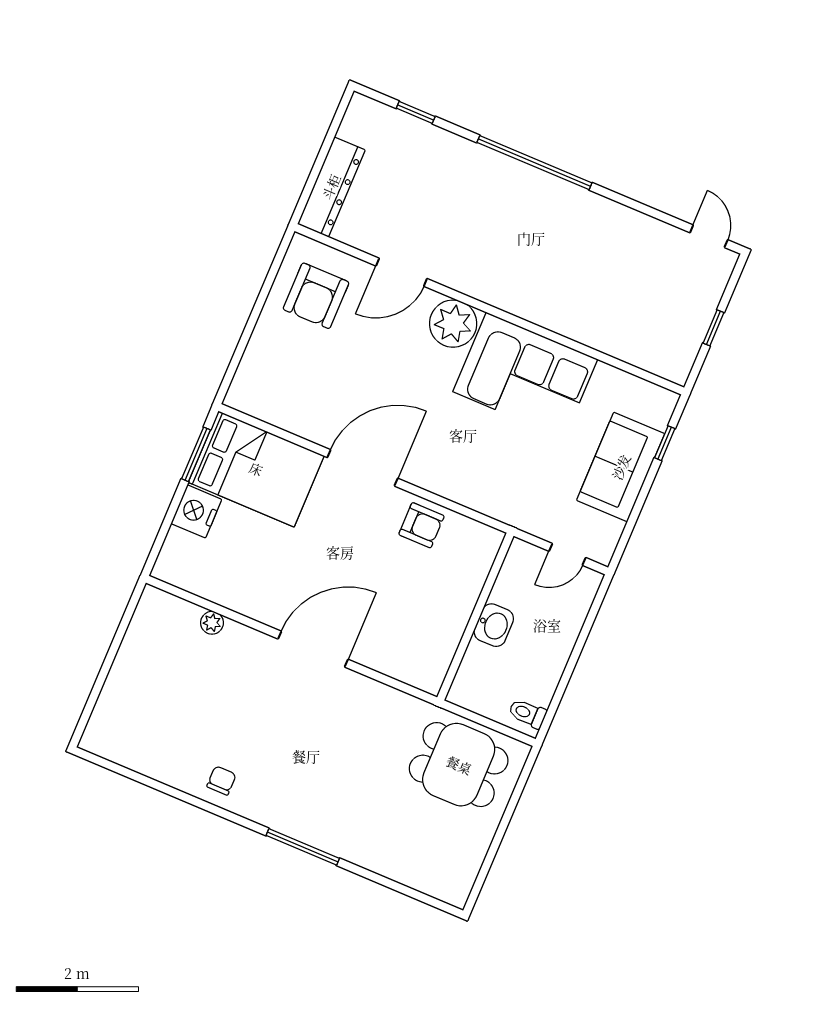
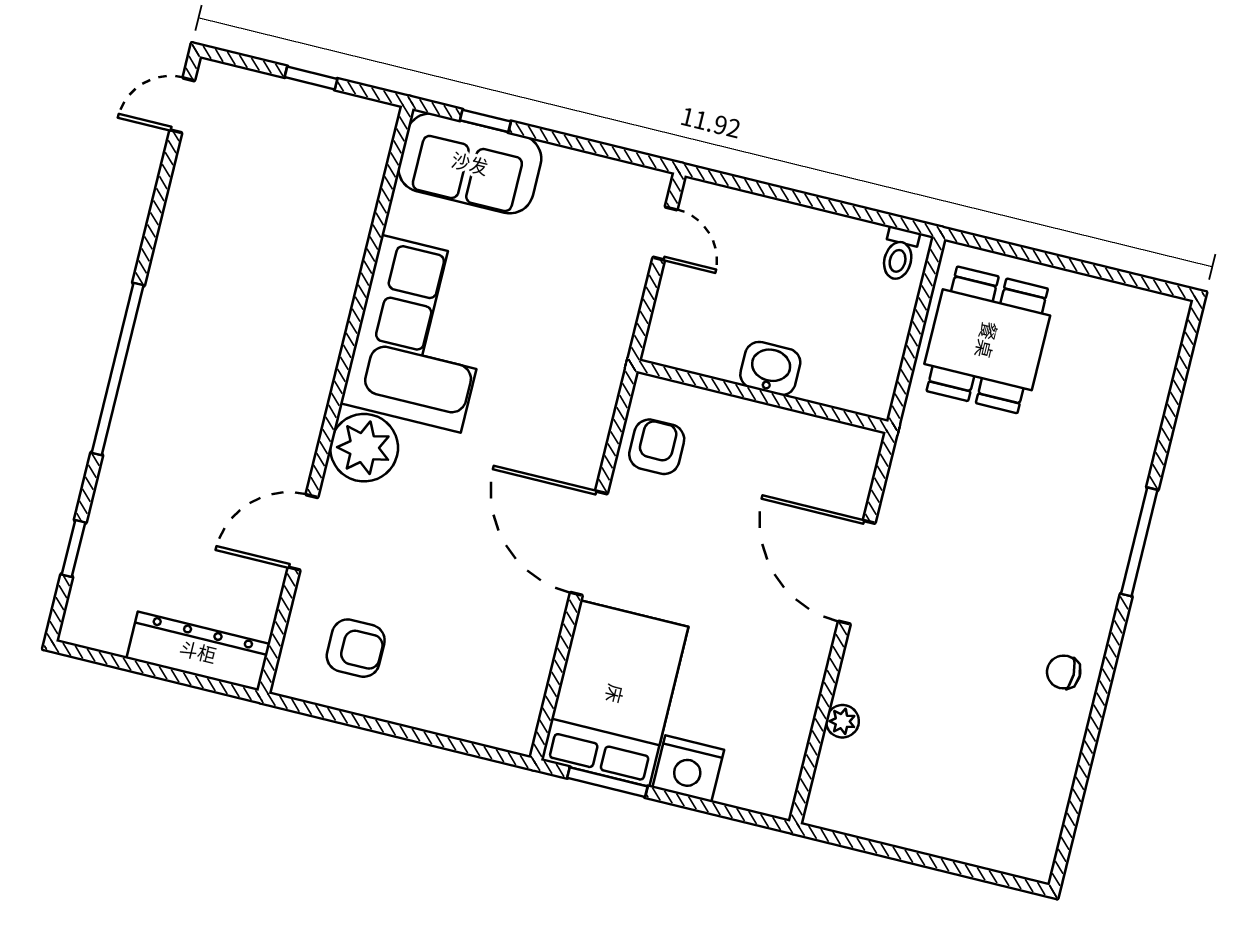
door: (401, 272) -> (303, 532), swing flipped
armchair: (316, 296) -> (356, 648), width x0.72, depth x0.72
sofa: (621, 467) -> (470, 163), moved
wall: (475, 617) -> (762, 396), moved
washbasin: (494, 625) -> (770, 368), moved

